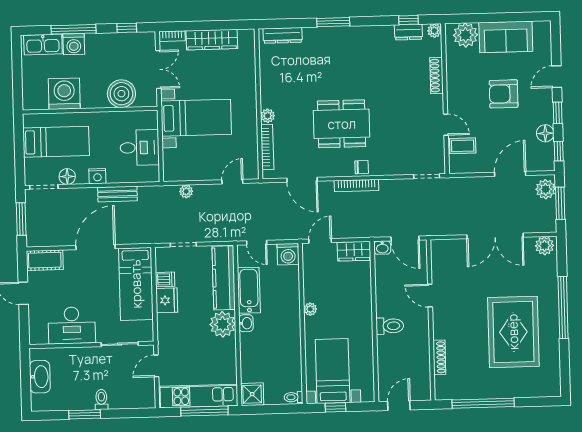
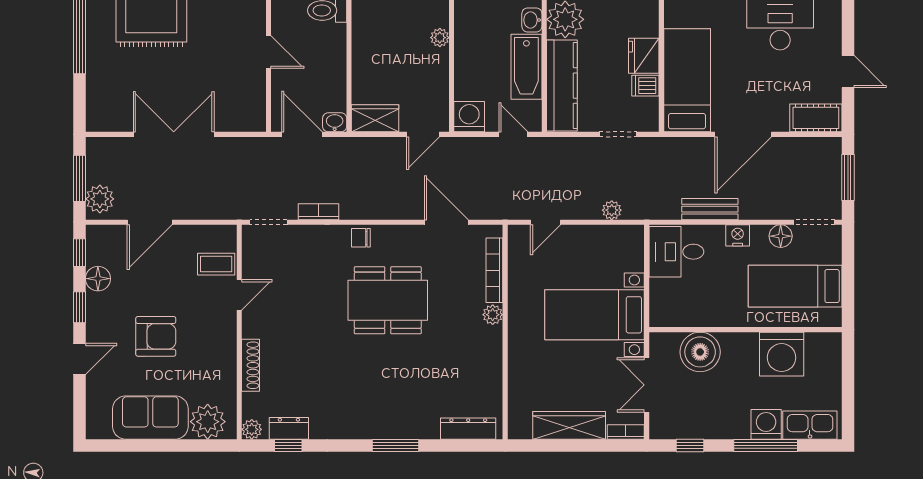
door: (446, 125) -> (239, 295), swing flipped
desk: (140, 148) -> (676, 252), moved
bookcase: (356, 186) -> (319, 212), moved, width x0.64
plant: (544, 246) -> (104, 119), removed

